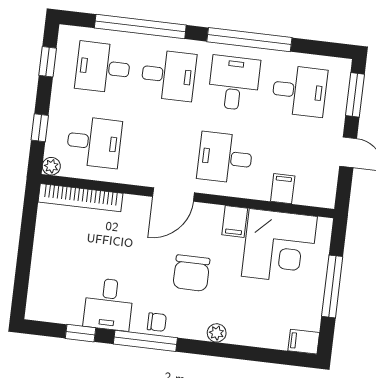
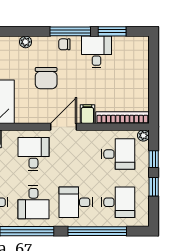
window: (48, 62) -> (154, 187), moved
desk: (94, 142) -> (118, 154), turned 180
desk: (225, 158) -> (33, 154), turned -90
filing cabinet: (235, 222) -> (87, 114), moved
chair: (191, 273) -> (46, 78), turned 180
window: (81, 333) -> (112, 31), width x1.50

